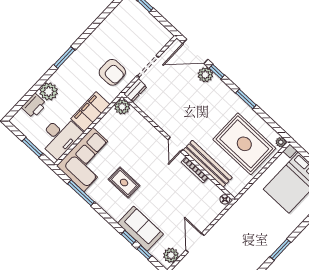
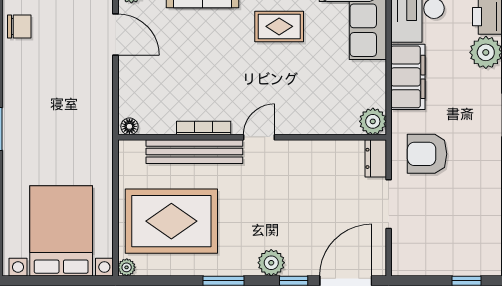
plant: (205, 75) -> (271, 263), moved
door: (175, 144) -> (259, 137), hinge flipped

